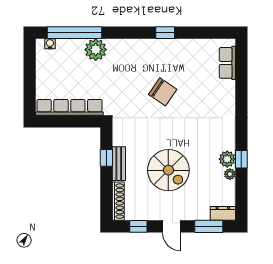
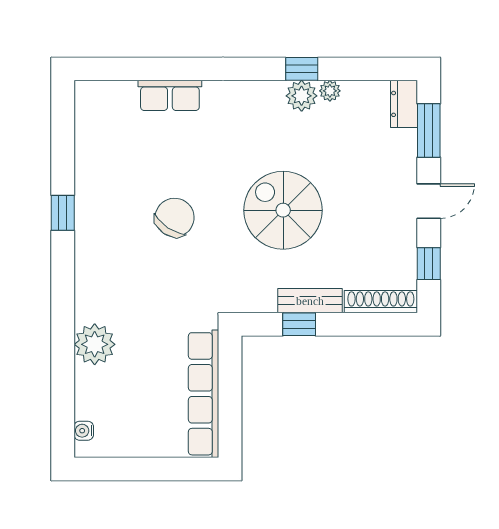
window: (75, 33) -> (63, 384), removed
row of seats: (227, 63) -> (170, 95), moved
spiral stairs: (168, 170) -> (283, 210), moved, turned -90

